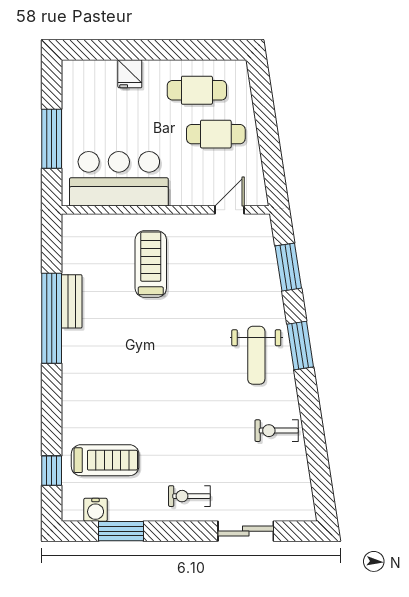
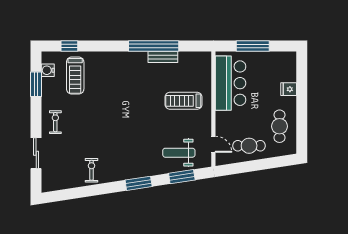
cafe table: (216, 134) -> (249, 146), moved, turned 90
treadmill: (151, 264) -> (184, 101), turned 180
weight bench: (256, 355) -> (179, 153), moved

